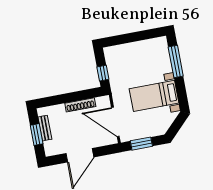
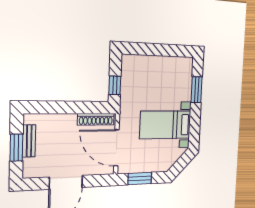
window: (176, 62) -> (197, 90), width x0.69
shoe rack: (80, 105) -> (96, 119), moved

